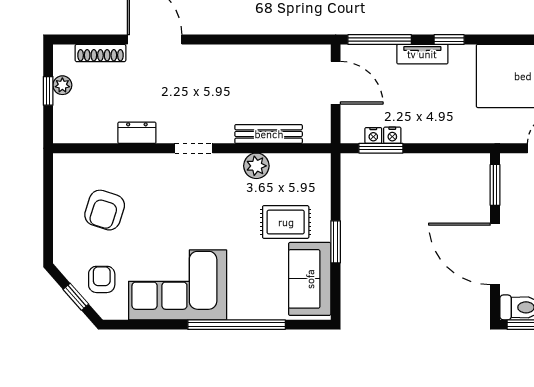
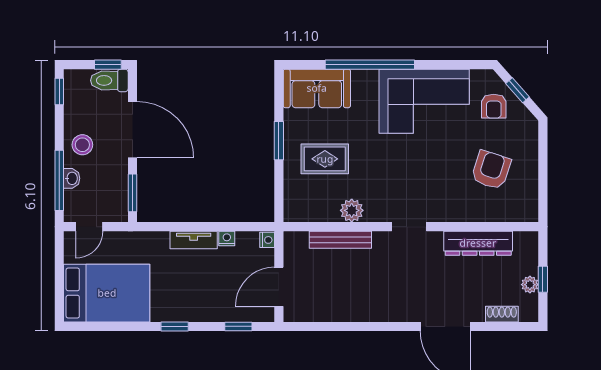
window: (380, 40) -> (238, 326), width x0.46
shoe rack: (100, 53) -> (502, 314), width x0.70
tv unit: (422, 54) -> (194, 240), moved, turned 180
door: (336, 83) -> (279, 287), hinge flipped
dresser: (137, 133) -> (478, 243), width x1.96, depth x1.24
nightstand: (373, 135) -> (267, 240), moved, turned 90
window: (381, 148) -> (237, 227), removed
sofa: (310, 279) -> (317, 88), moved, turned 90

